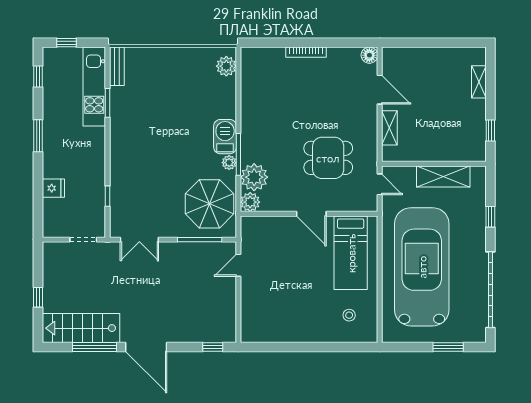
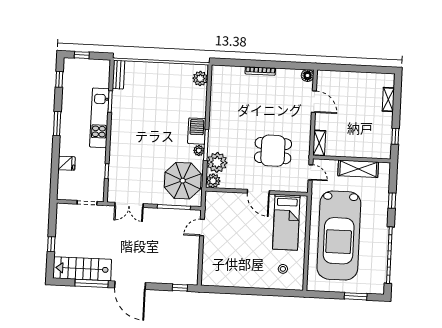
kitchen unit: (94, 87) -> (99, 118), moved
shelving: (389, 128) -> (319, 143), moved
car: (422, 267) -> (339, 235), turned 180

